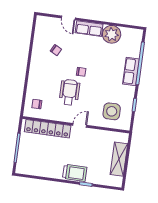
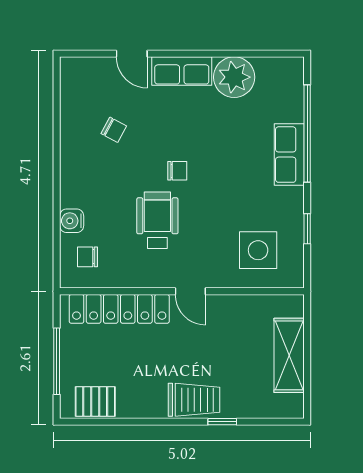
water cooler: (32, 87) -> (72, 221), added
door: (80, 125) -> (190, 291), swing flipped
pallet: (31, 168) -> (95, 401), added

